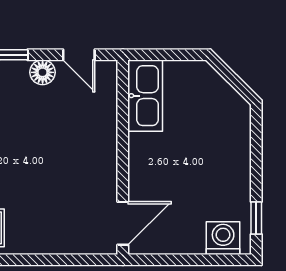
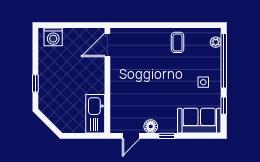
door: (79, 55) -> (131, 136), swing flipped
window: (256, 218) -> (35, 83), moved

